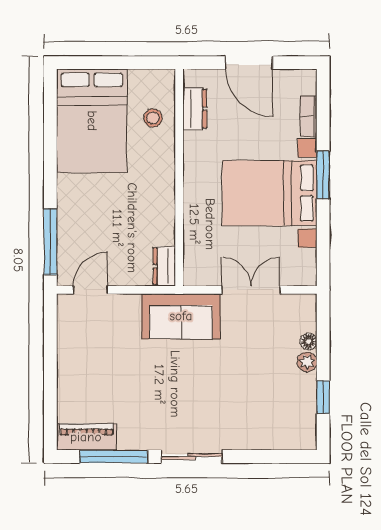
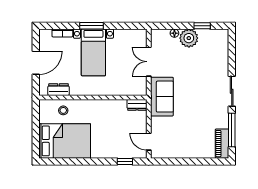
bed with nightstands: (270, 193) -> (93, 52), width x0.73
window: (50, 242) -> (125, 161), width x0.46
plant: (307, 362) -> (189, 38), width x1.88, depth x1.88

